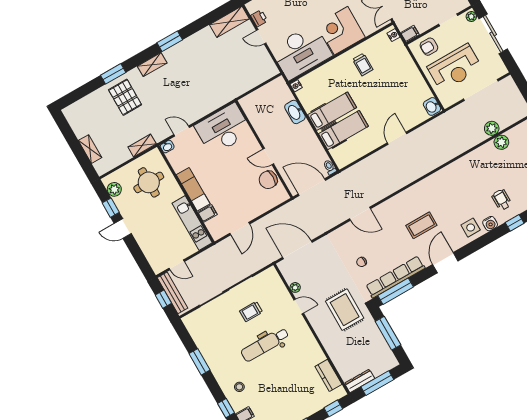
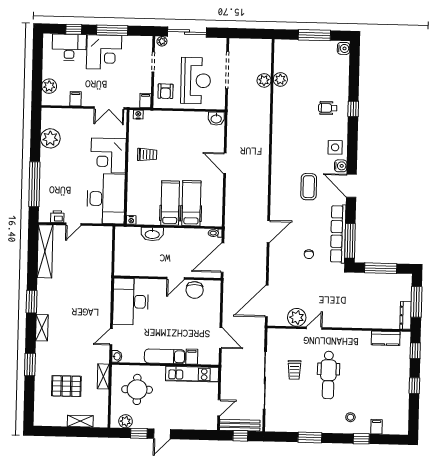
shelving: (229, 22) -> (45, 251), width x1.47
pallet: (125, 97) -> (66, 386), moved
water cooler: (490, 224) -> (341, 166), moved
plant: (295, 287) -> (297, 317), width x1.88, depth x1.88
rug: (345, 310) -> (340, 292), removed

